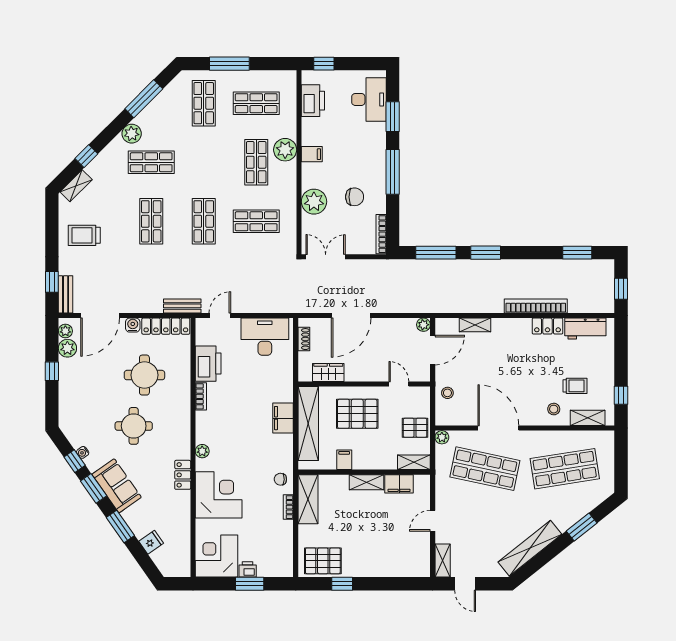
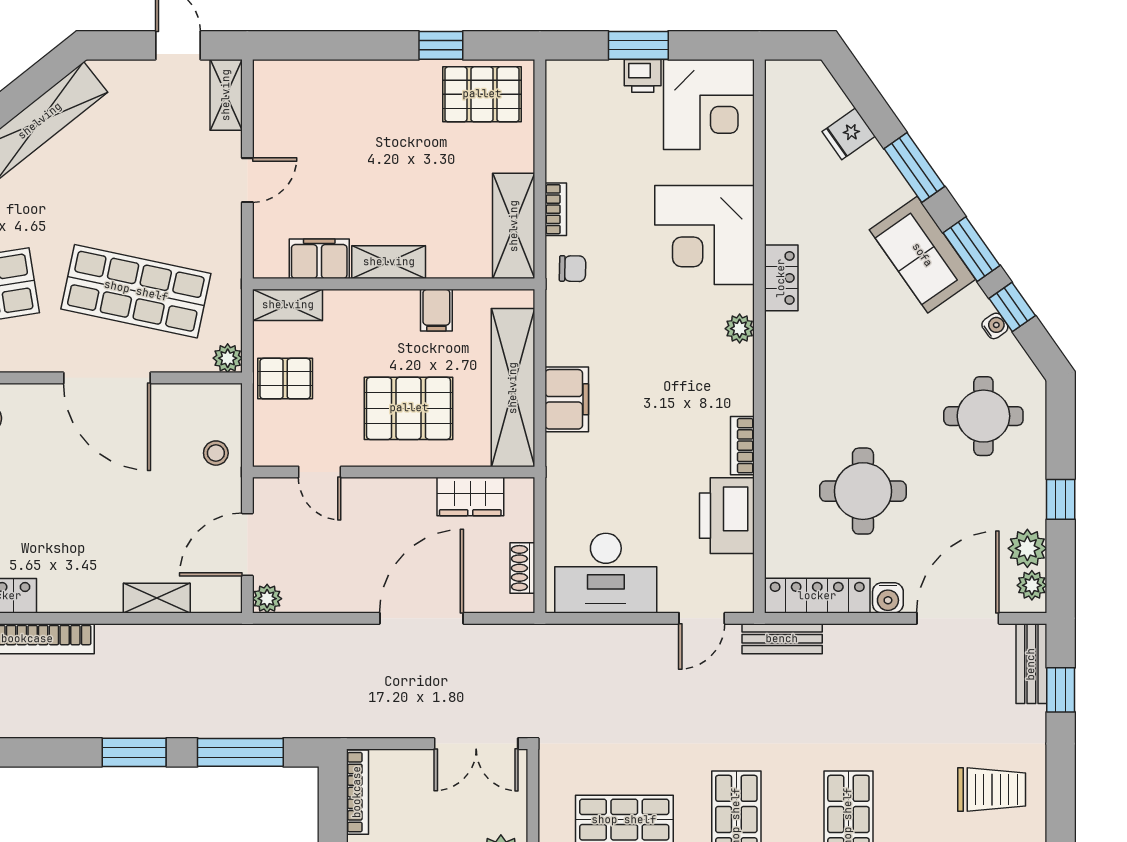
round table: (134, 426) -> (983, 416), moved

